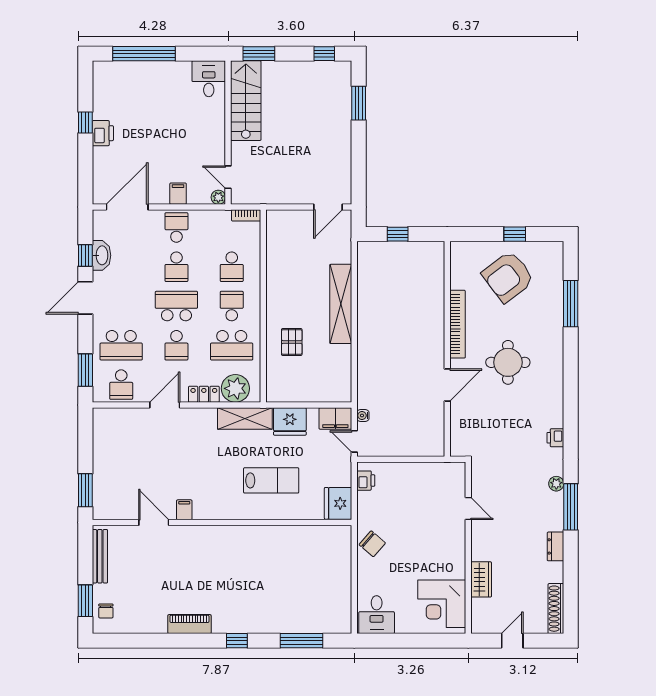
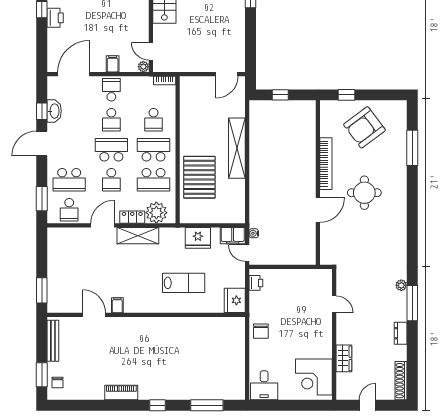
window: (515, 234) -> (346, 95), moved
school desk: (232, 306) -> (154, 150), width x1.85
pallet: (292, 342) -> (199, 177), width x2.05, depth x2.00
shelving: (245, 419) -> (138, 236), moved
printer: (555, 438) -> (401, 250), removed
chair: (372, 544) -> (261, 331), turned 49

